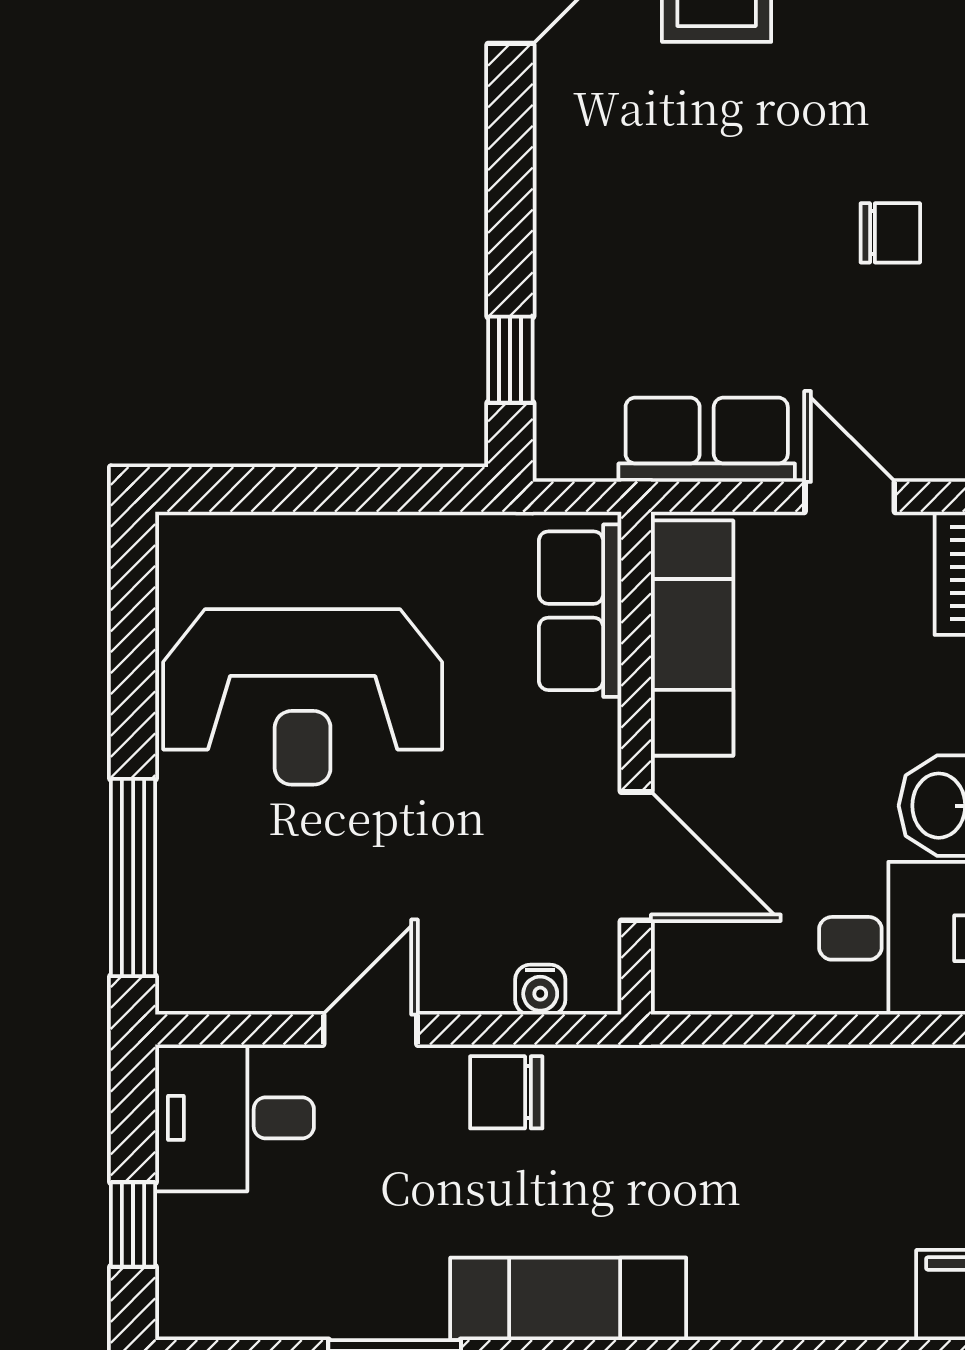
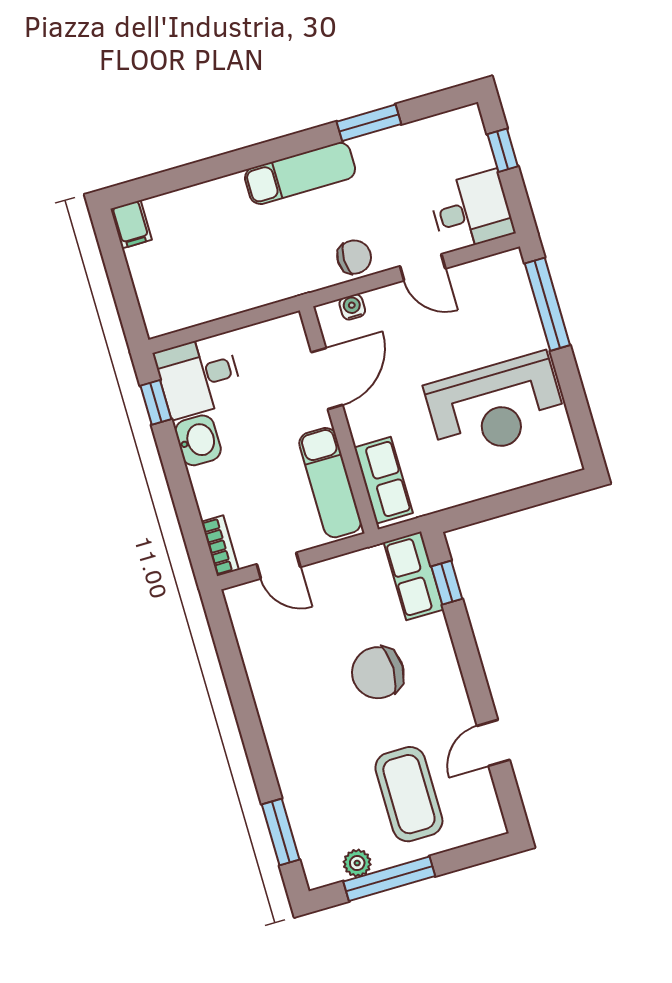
chair: (890, 233) -> (378, 673), moved, width x1.87, depth x1.87
row of seats: (707, 440) -> (414, 576), moved, turned 90
reception desk: (303, 697) -> (495, 406), turned 180
door: (636, 856) -> (327, 379), swing flipped
door: (370, 1029) -> (423, 267), hinge flipped

